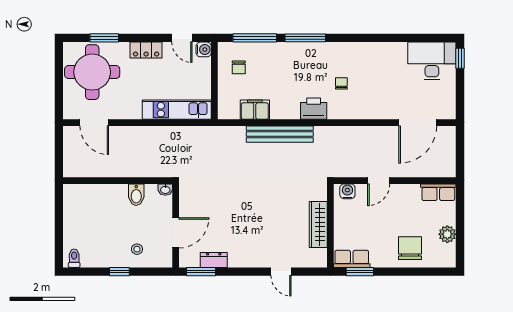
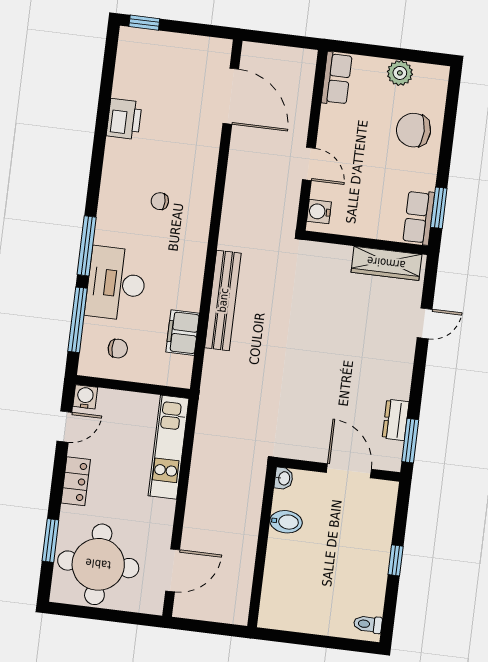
desk: (432, 61) -> (116, 284), moved
printer: (314, 109) -> (124, 119), moved, turned 180
wardrobe: (318, 224) -> (386, 263), moved
stool: (137, 249) -> (366, 530), removed

